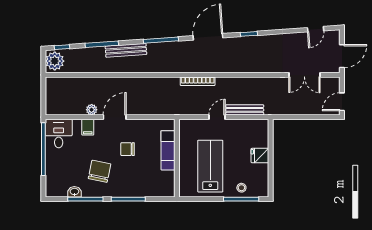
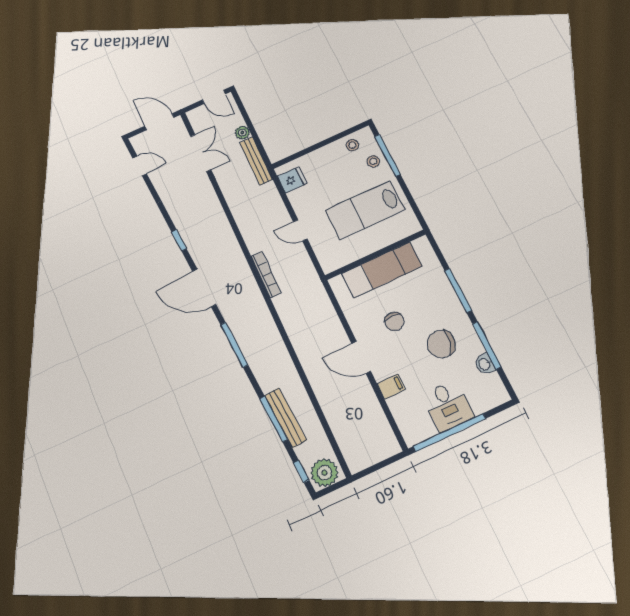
bench: (126, 50) -> (286, 418), moved
plant: (92, 110) -> (242, 133), moved
bench: (245, 110) -> (256, 161), moved
desk: (59, 134) -> (448, 406), moved, turned -90
exam couch: (168, 150) -> (382, 270), width x1.36, depth x1.45
fridge: (260, 156) -> (292, 180), moved, turned -90
stool: (260, 179) -> (352, 145), added

